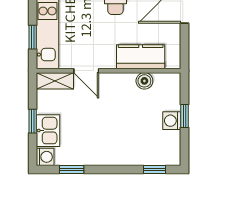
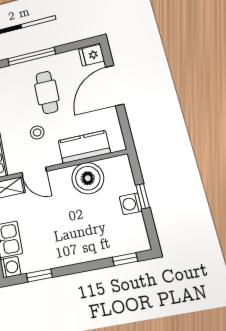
stool: (97, 32) -> (37, 132), added
boiler: (144, 81) -> (88, 178), width x1.86, depth x1.86

